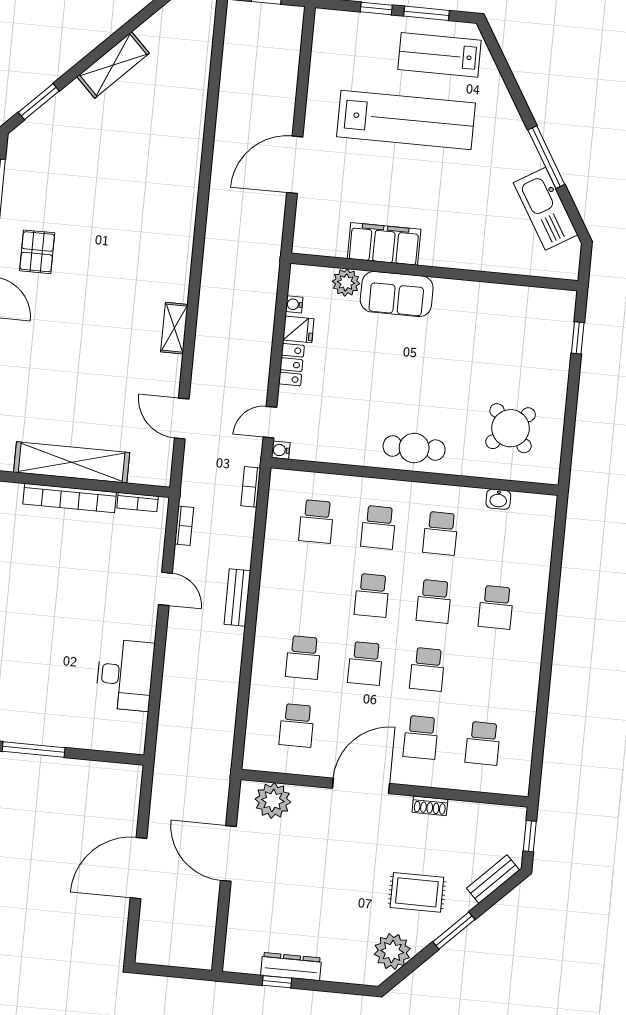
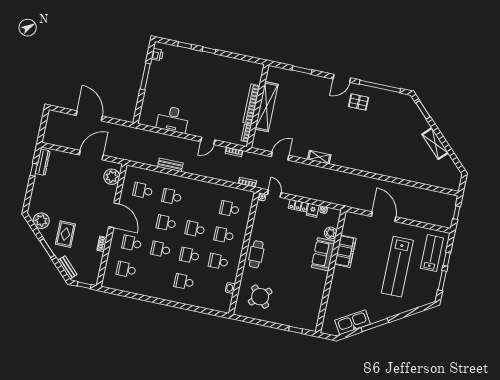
lab bench: (439, 55) -> (432, 253), moved
bench: (237, 597) -> (170, 165), moved
dresser: (291, 967) -> (43, 162), moved

